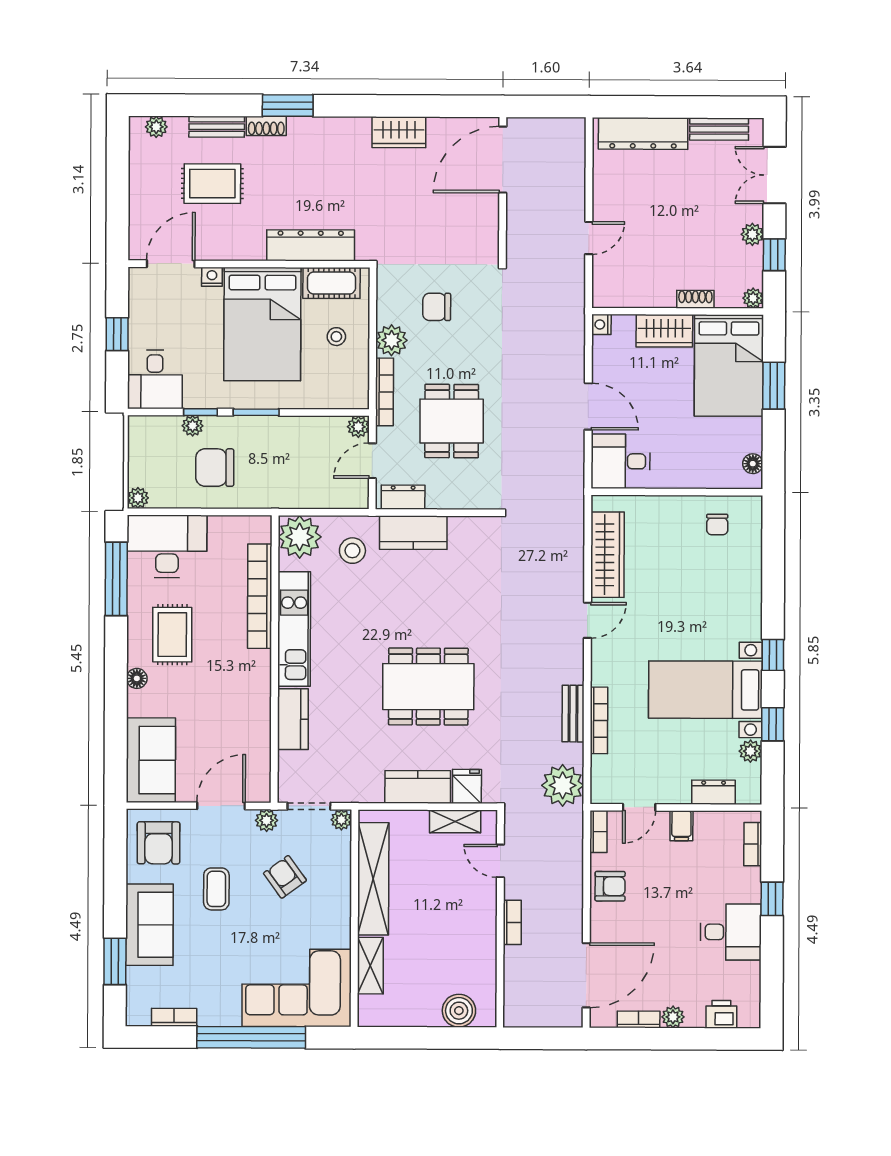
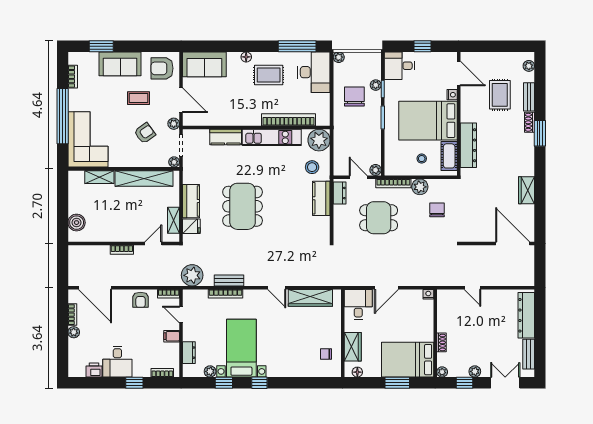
wardrobe: (664, 331) -> (353, 347), moved, turned 180
printer: (721, 1014) -> (94, 370), moved, turned -90

